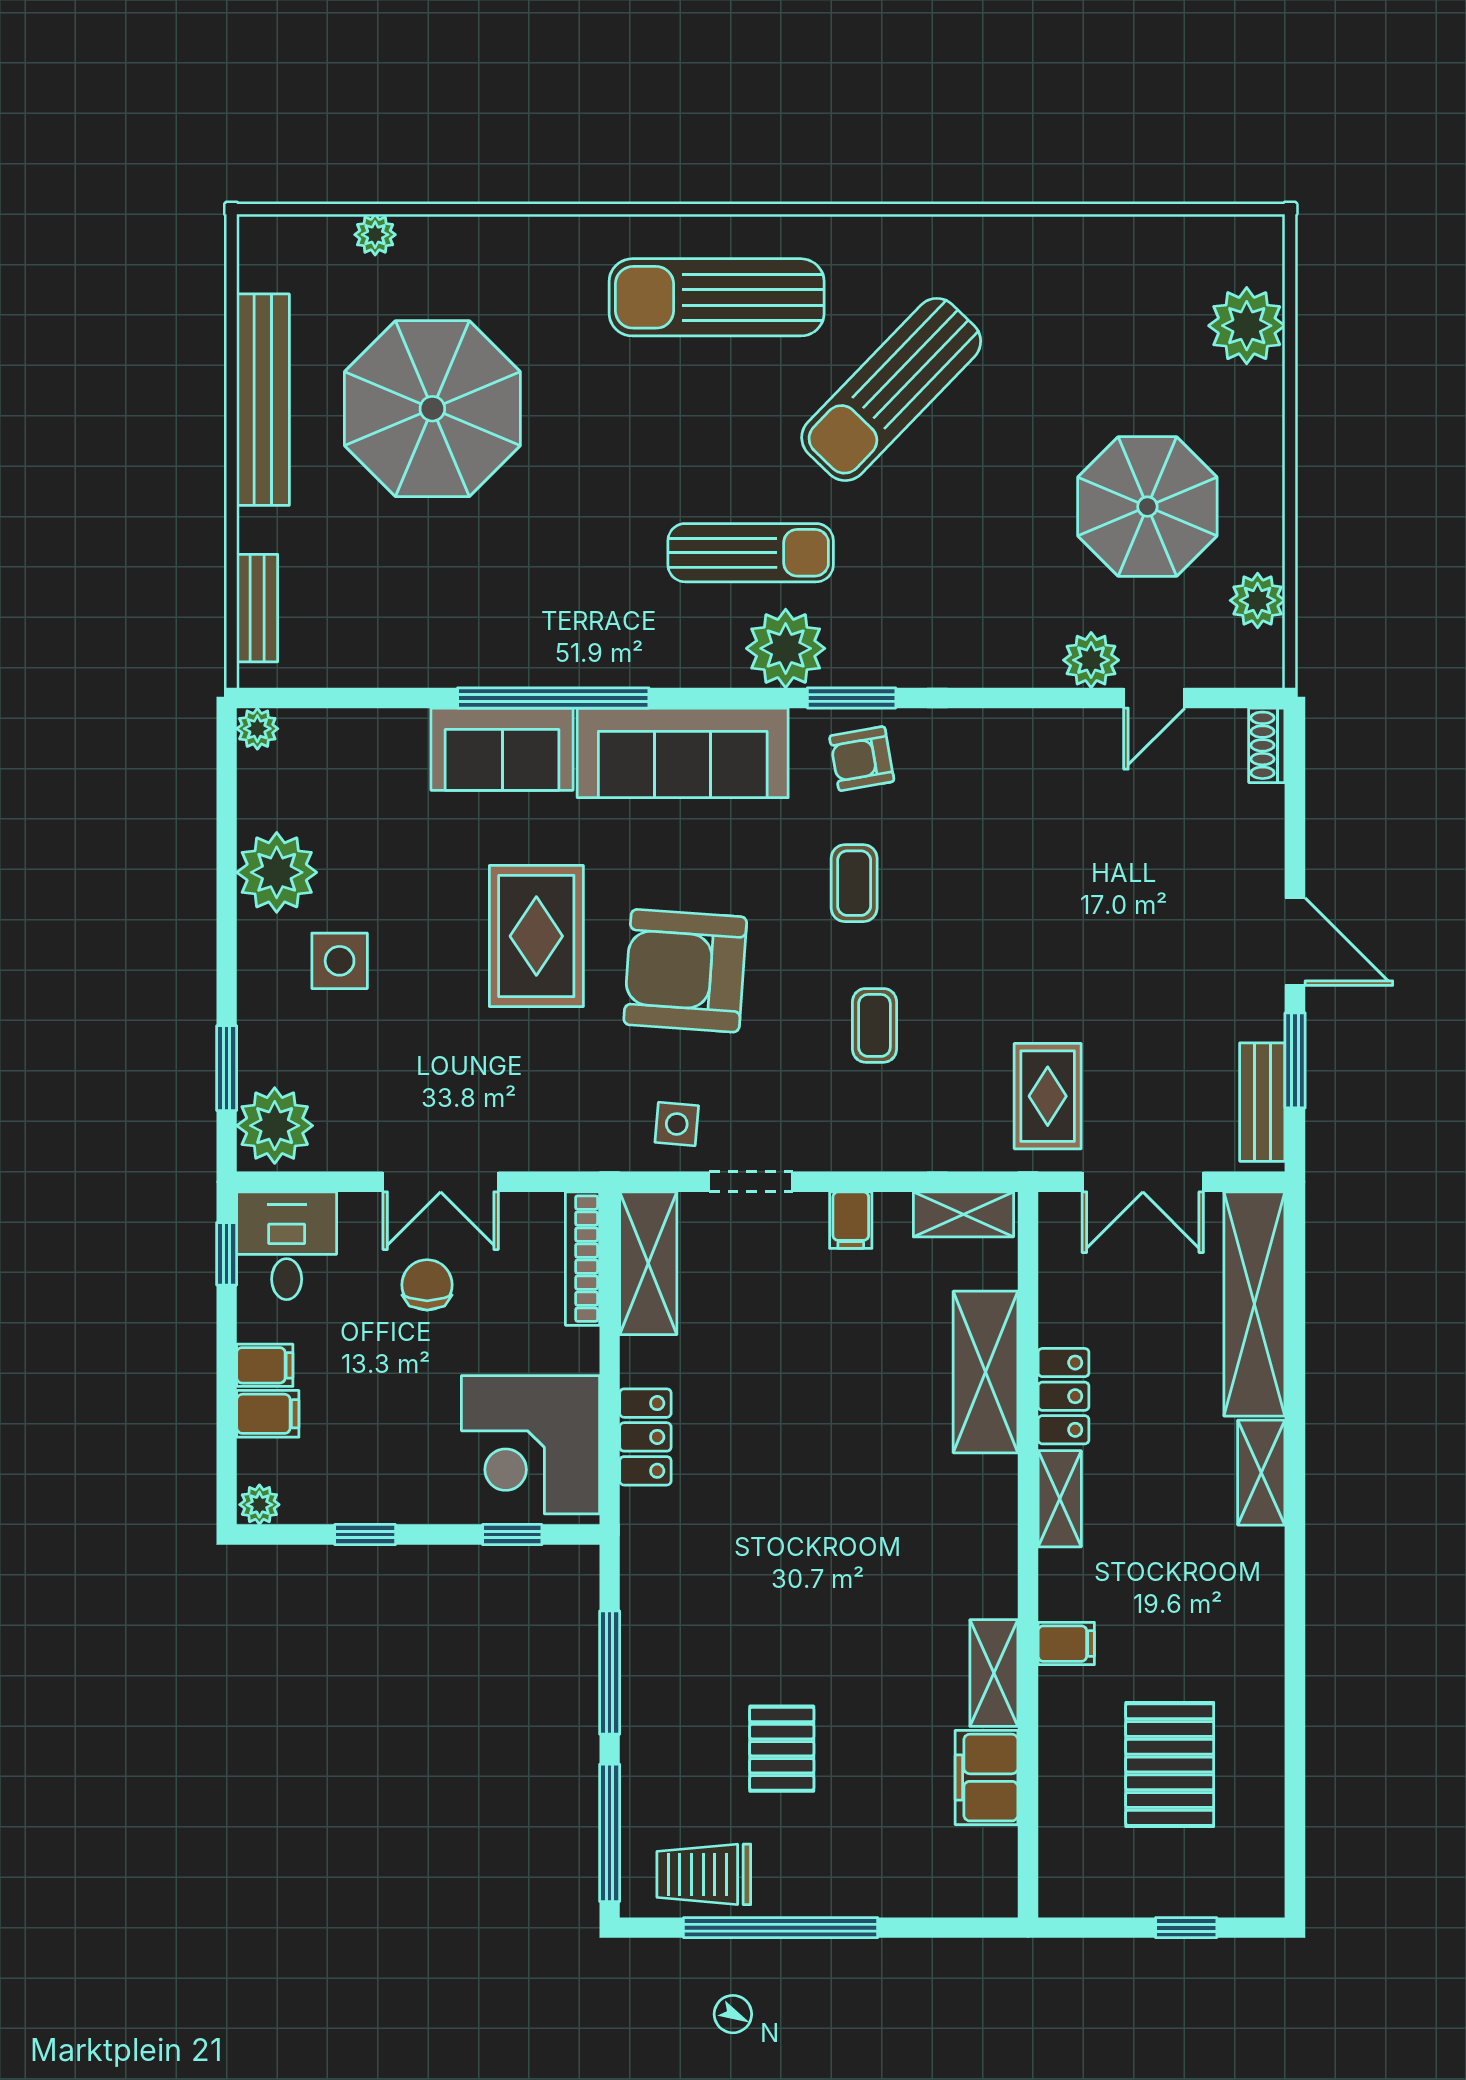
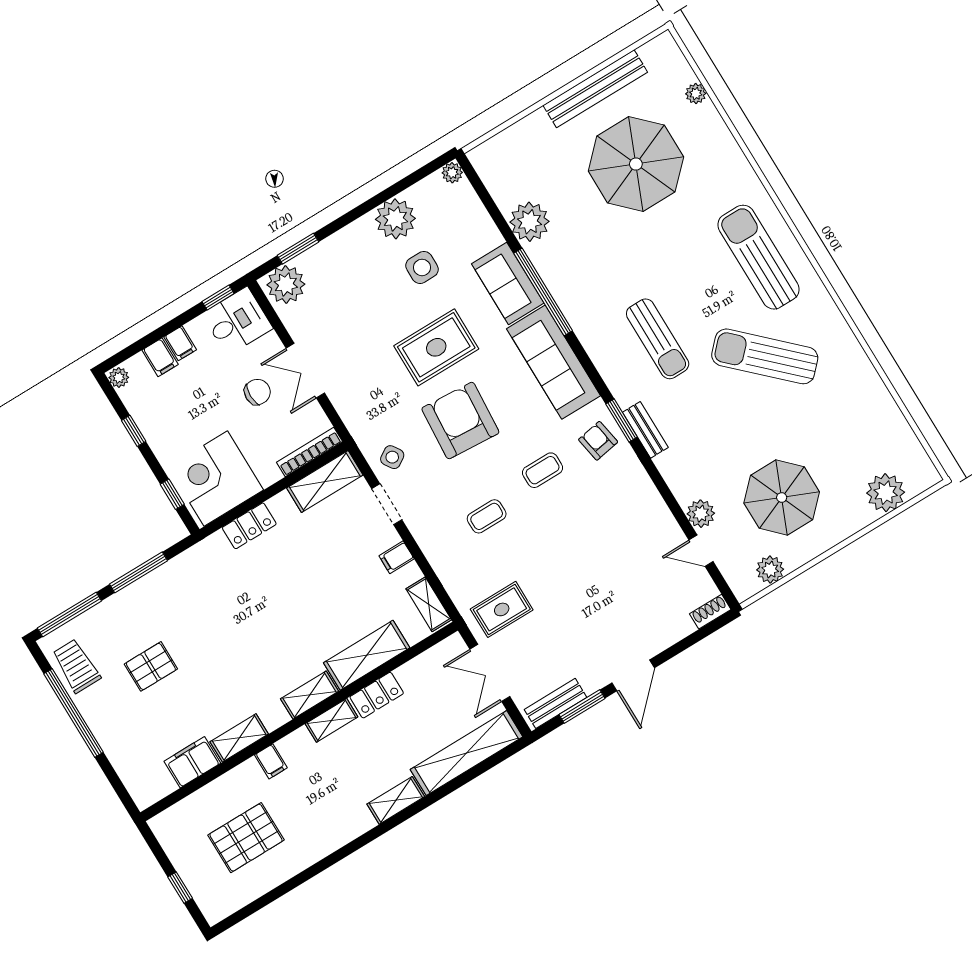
bench: (257, 608) -> (645, 430), moved, turned 90
plant: (786, 648) -> (529, 222), moved
side table: (340, 961) -> (422, 267), moved
side table: (677, 1124) -> (392, 457), turned -38
shelving: (994, 1510) -> (310, 695), added

